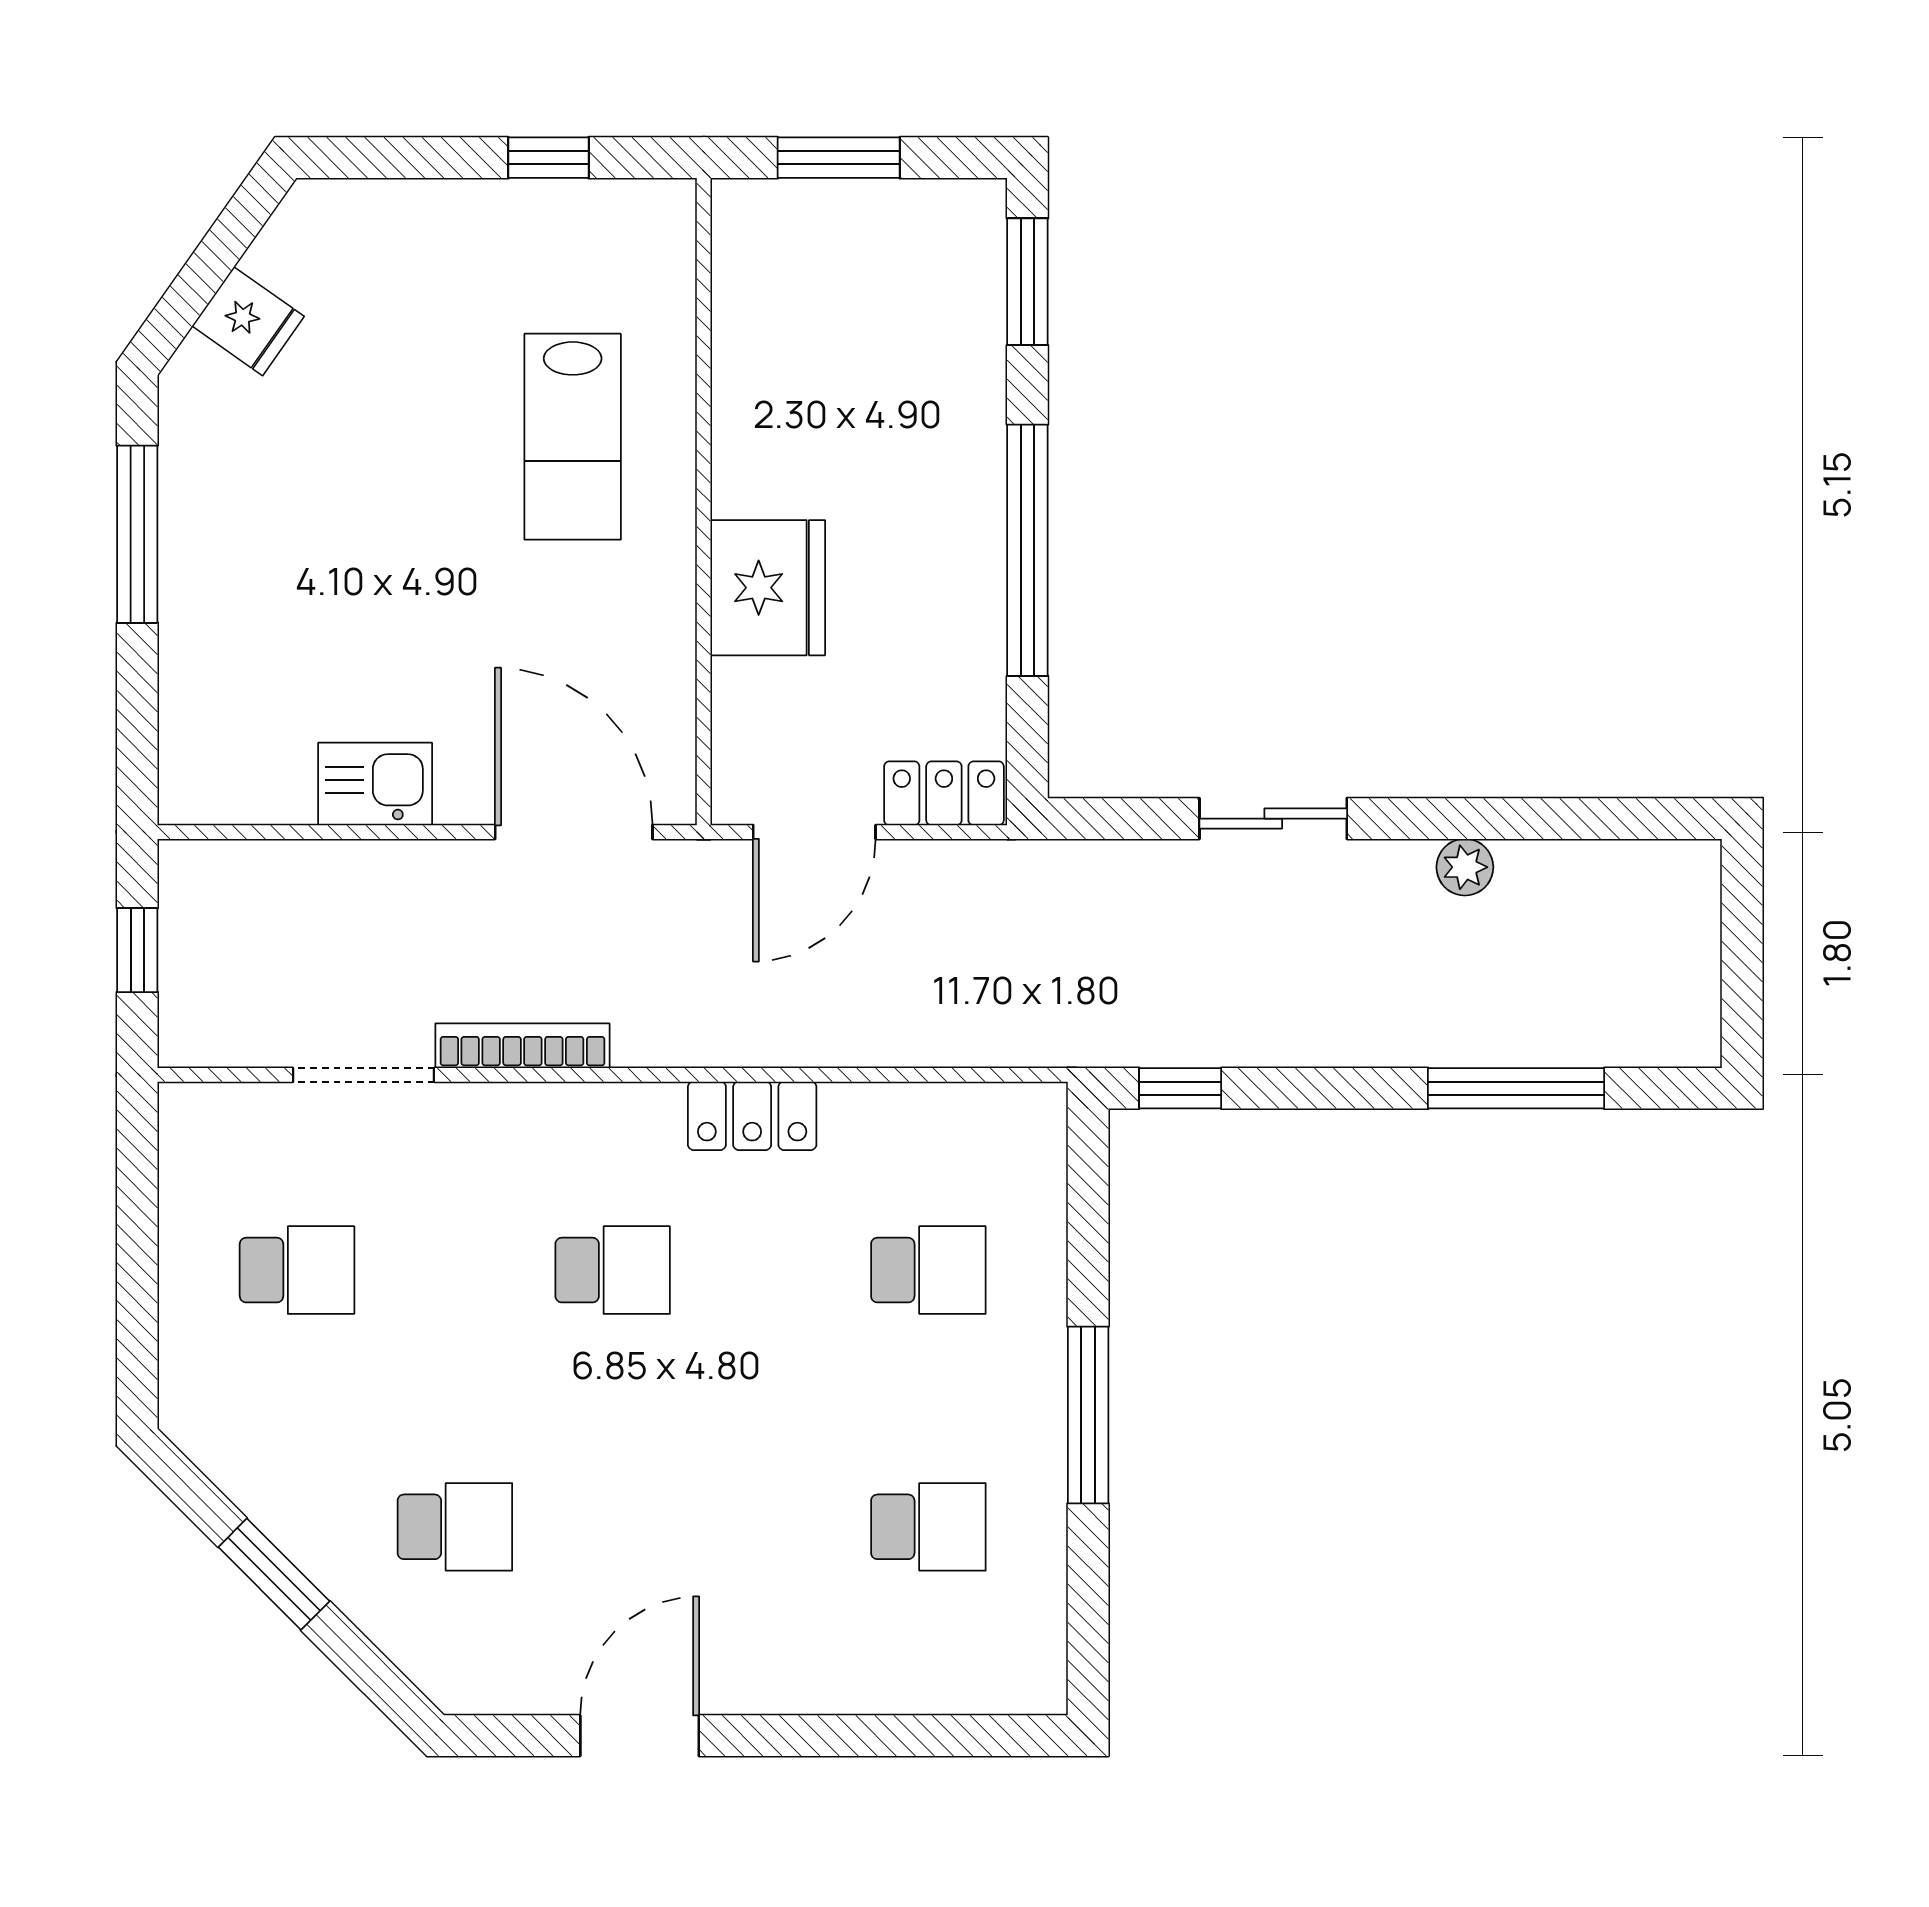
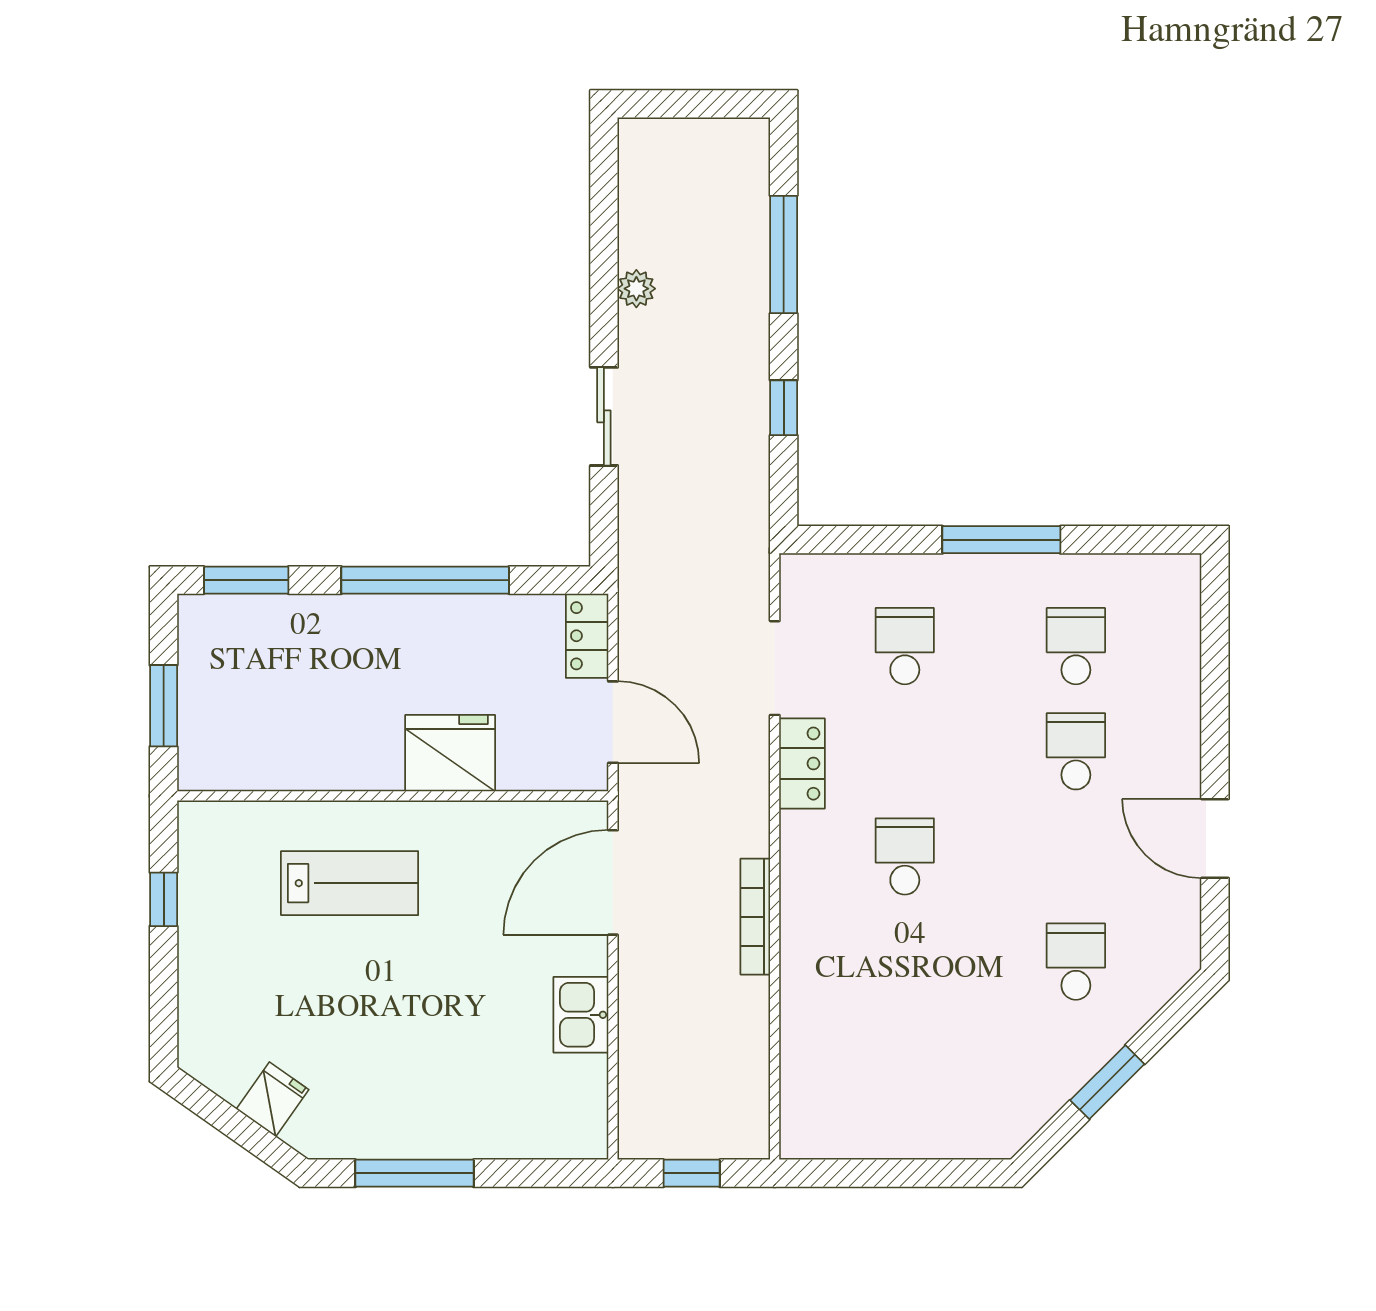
doorway: (363, 1075) -> (775, 668), moved
window: (1180, 1088) -> (784, 408), moved
school desk: (297, 1270) -> (1076, 751), moved

